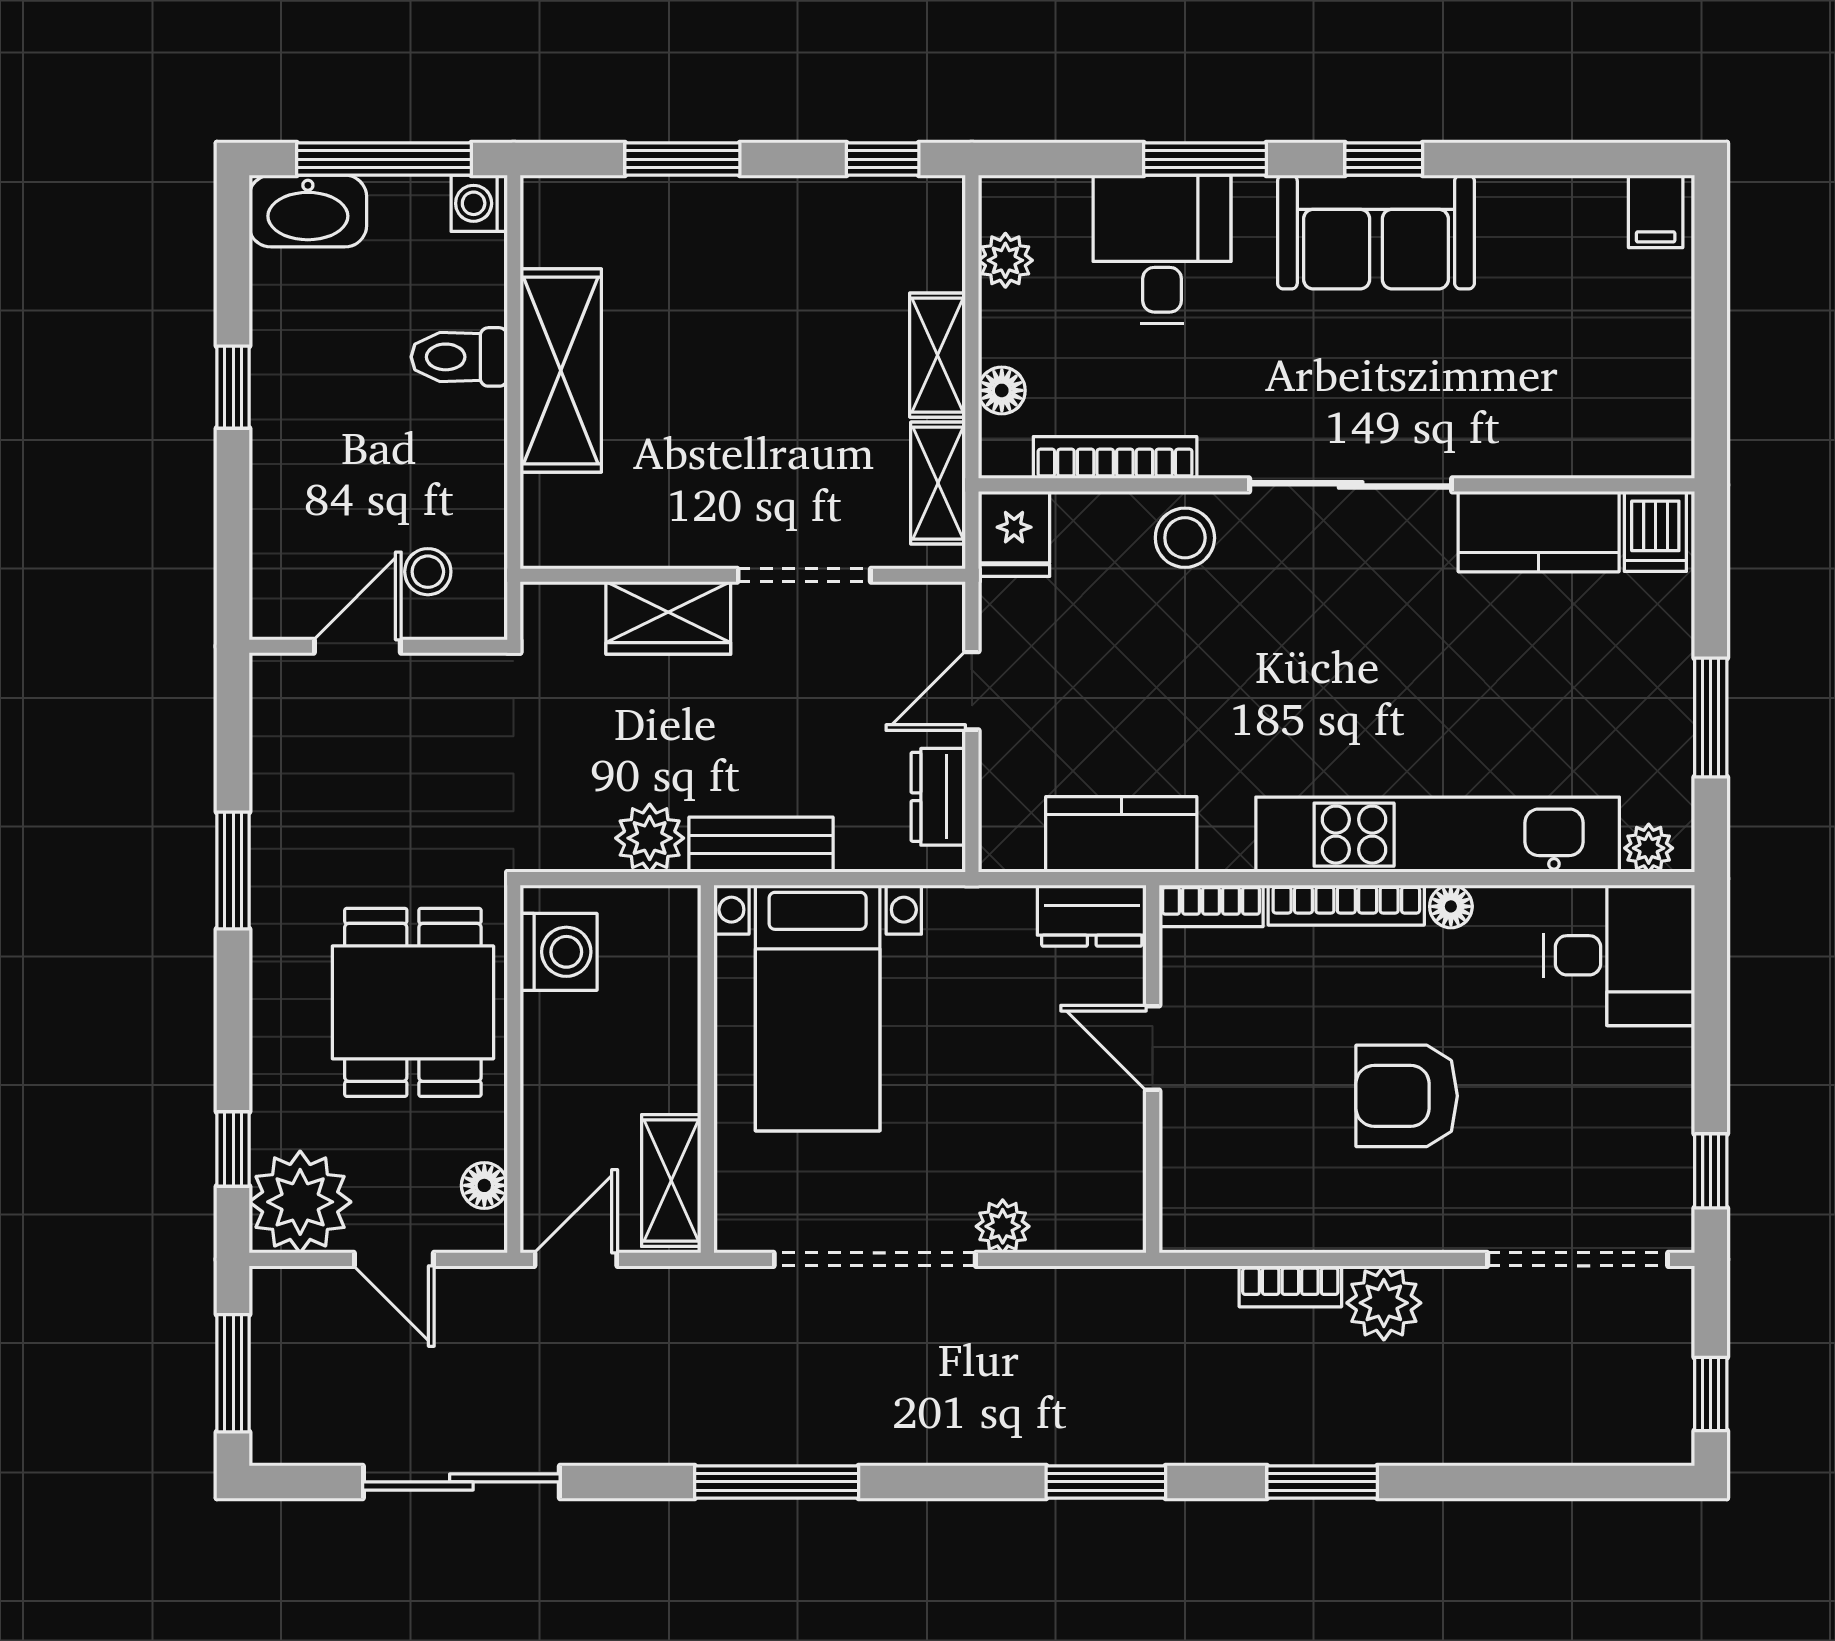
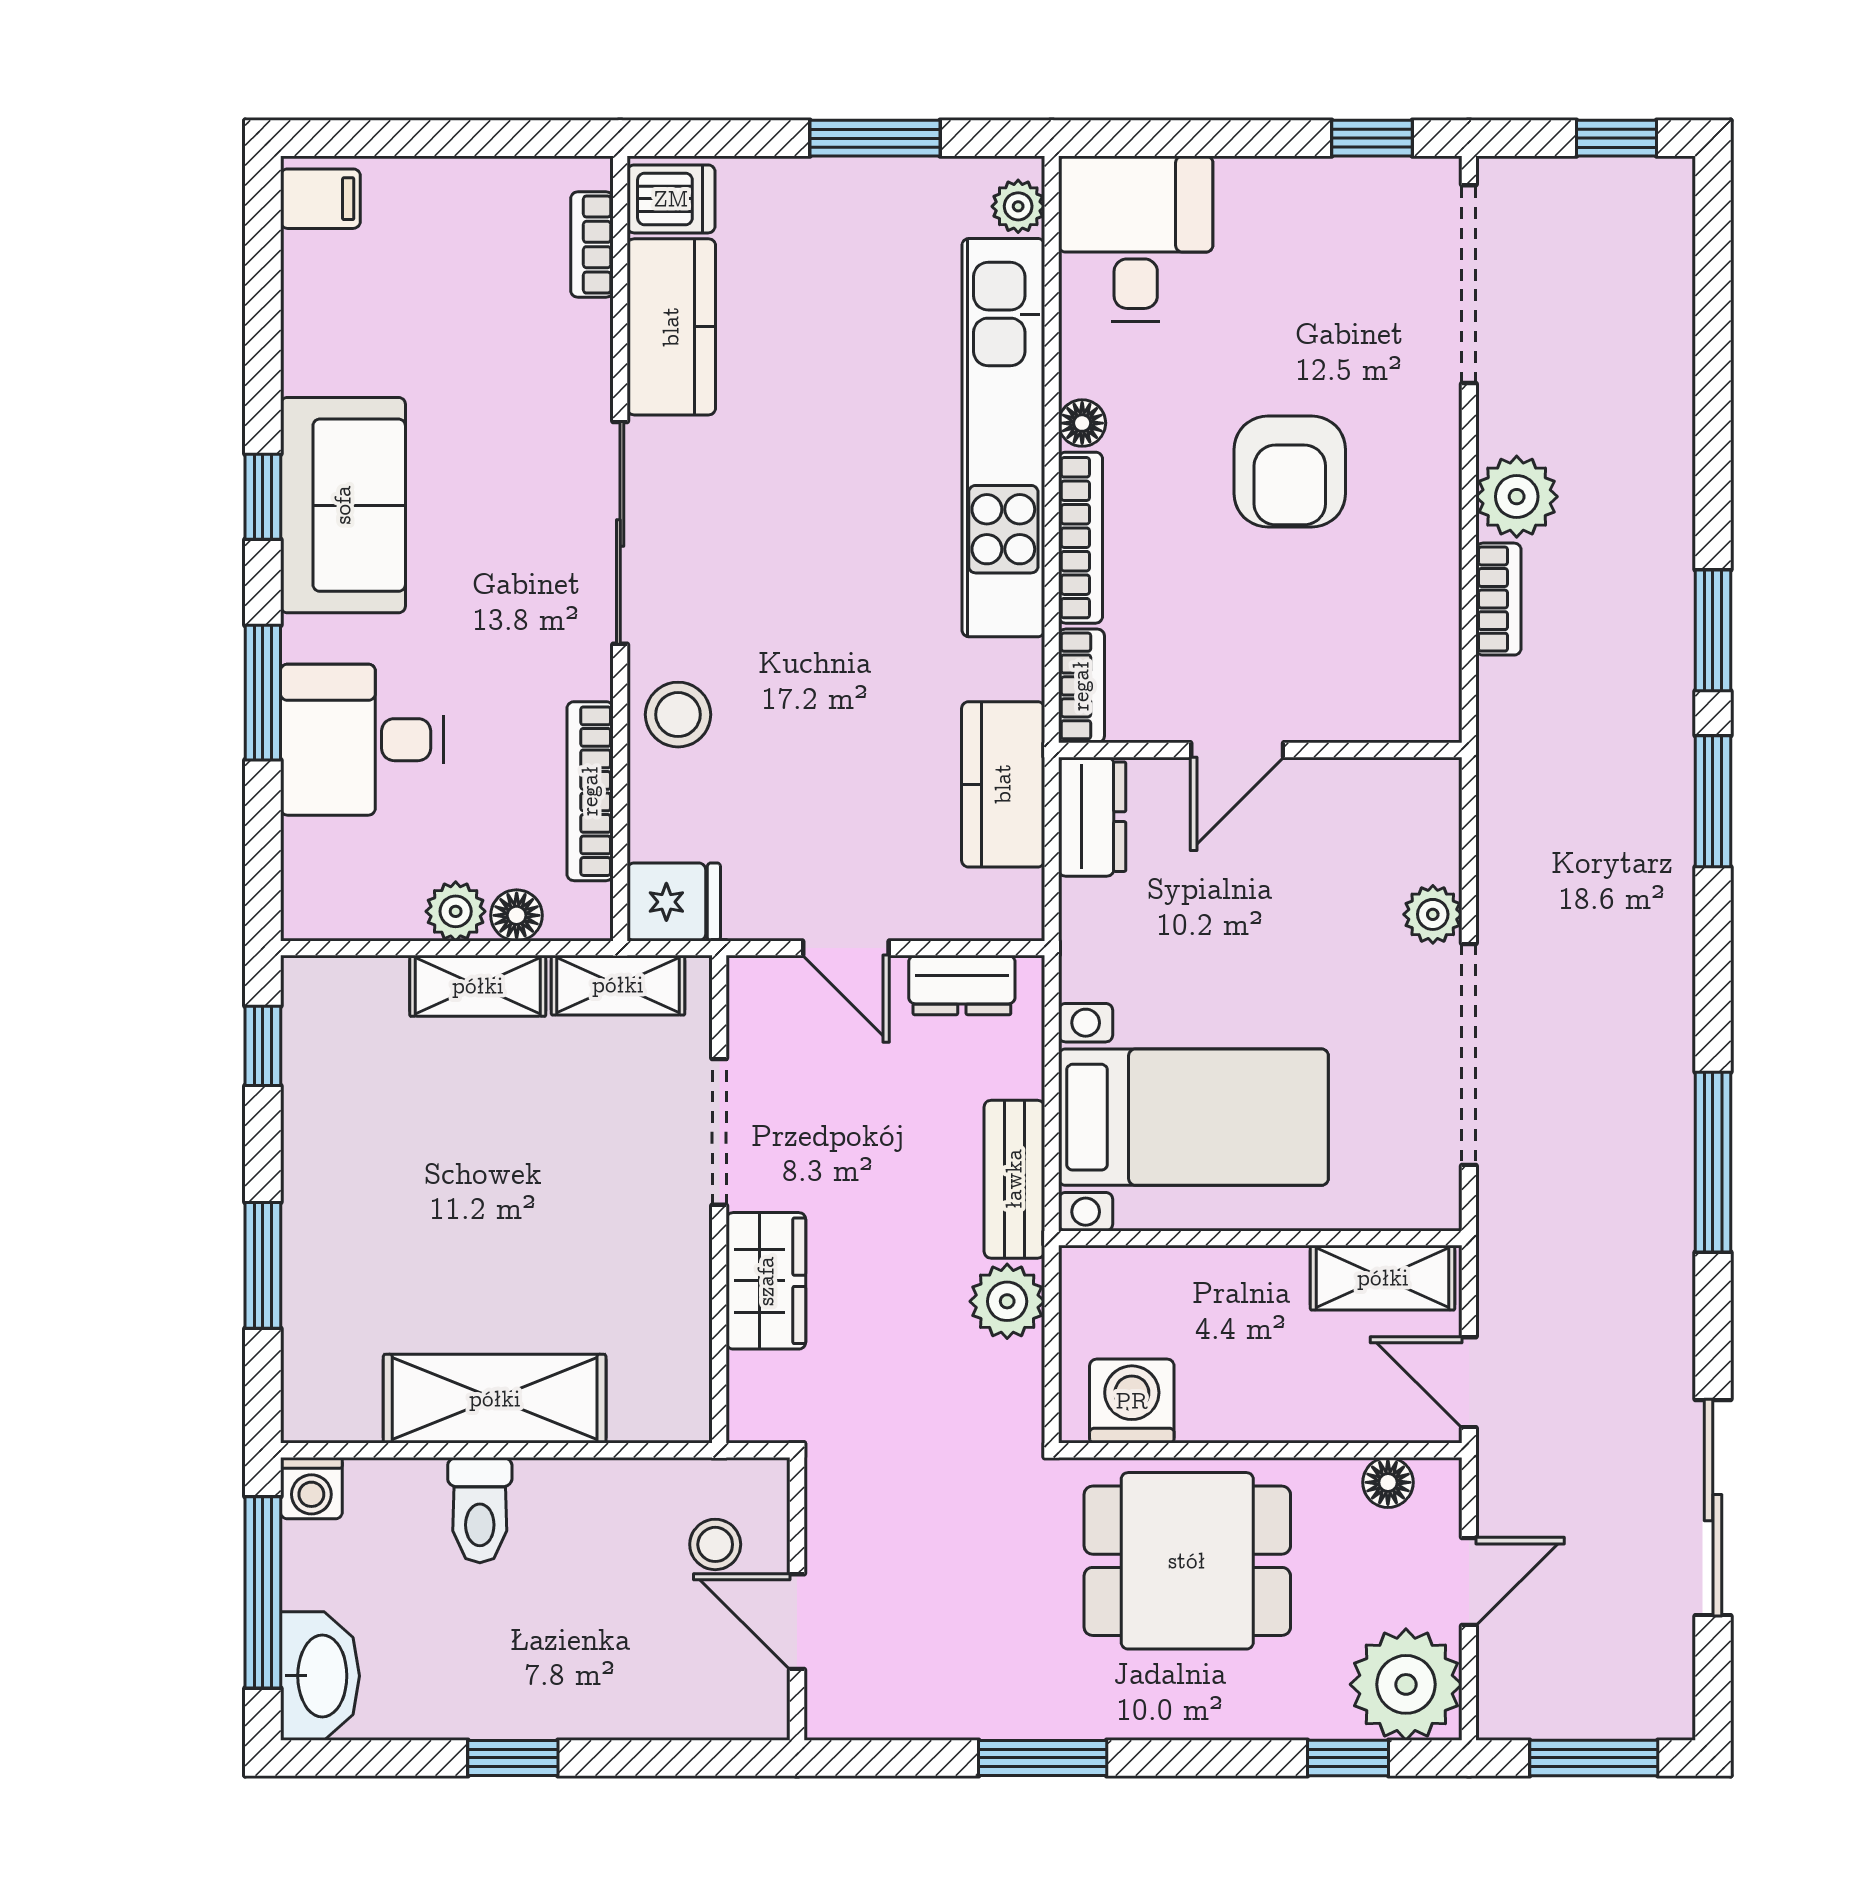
plant: (1005, 260) -> (456, 911), moved
bookcase: (1614, 459) -> (592, 245), added
window: (1322, 1482) -> (1713, 630), moved

